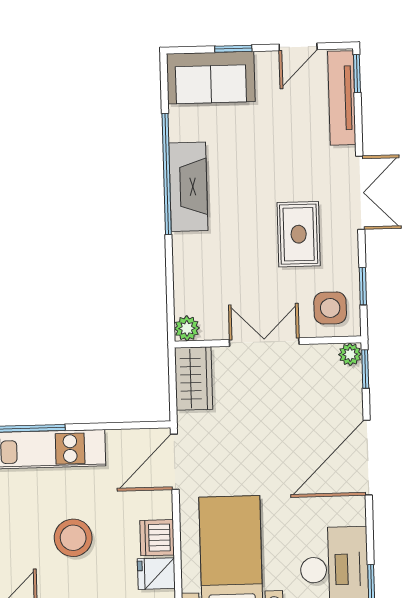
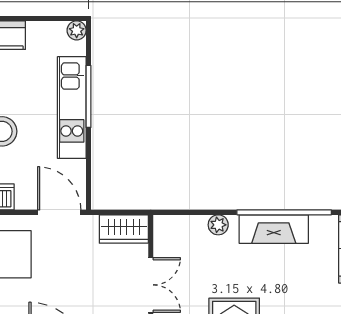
plant: (187, 328) -> (218, 225), moved

